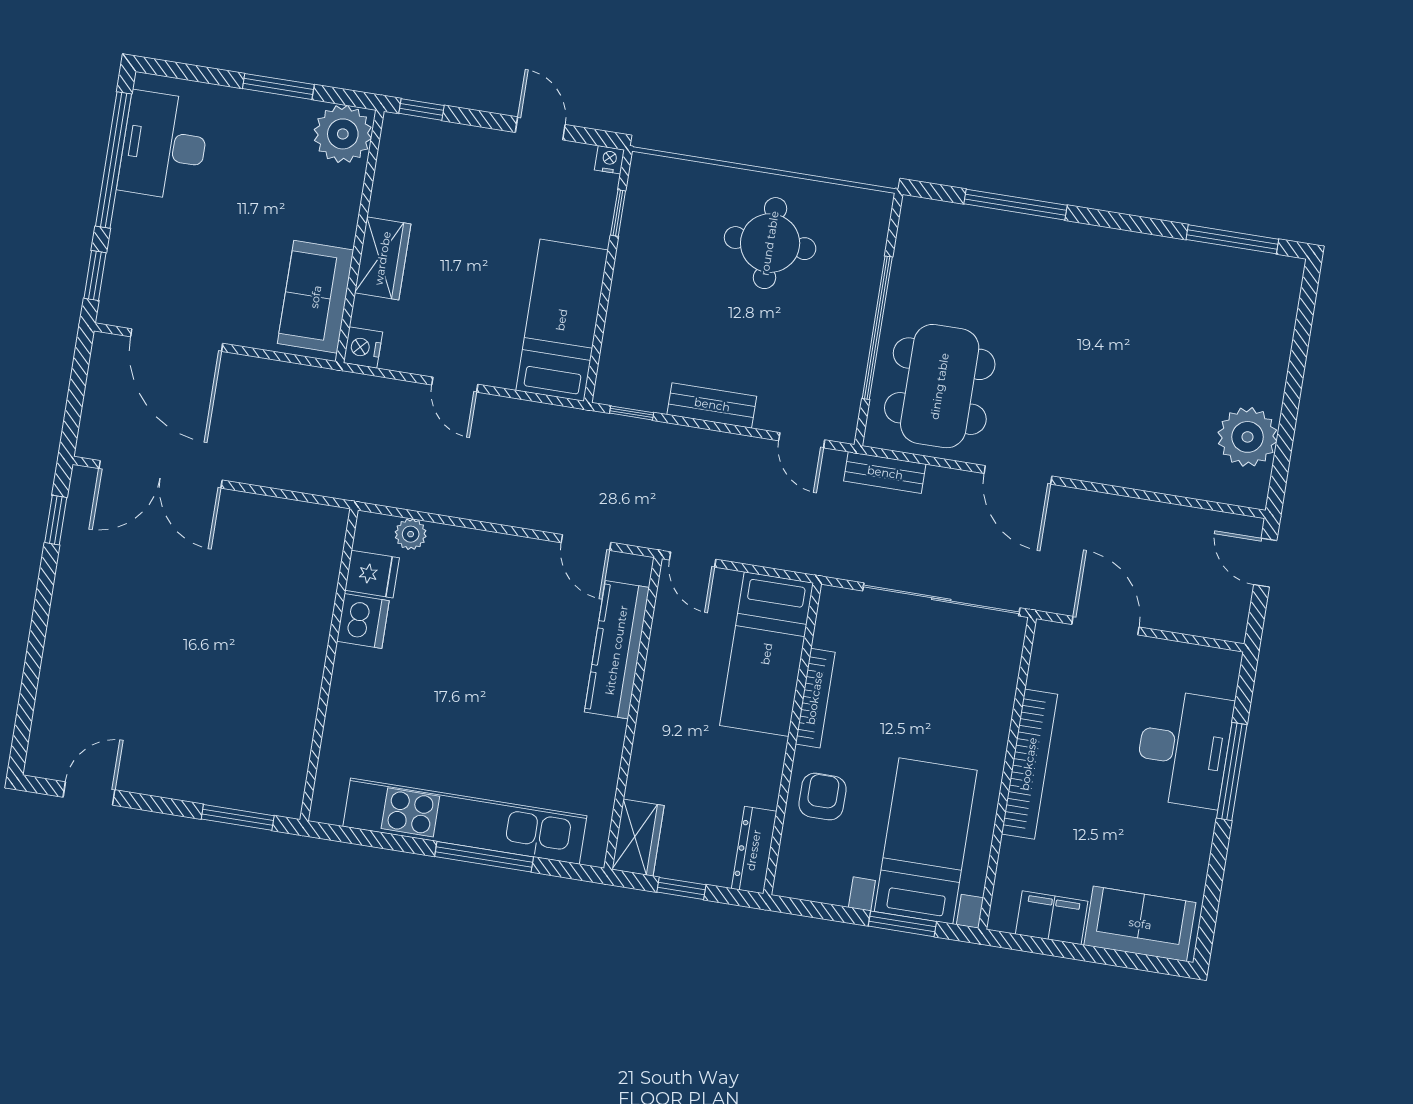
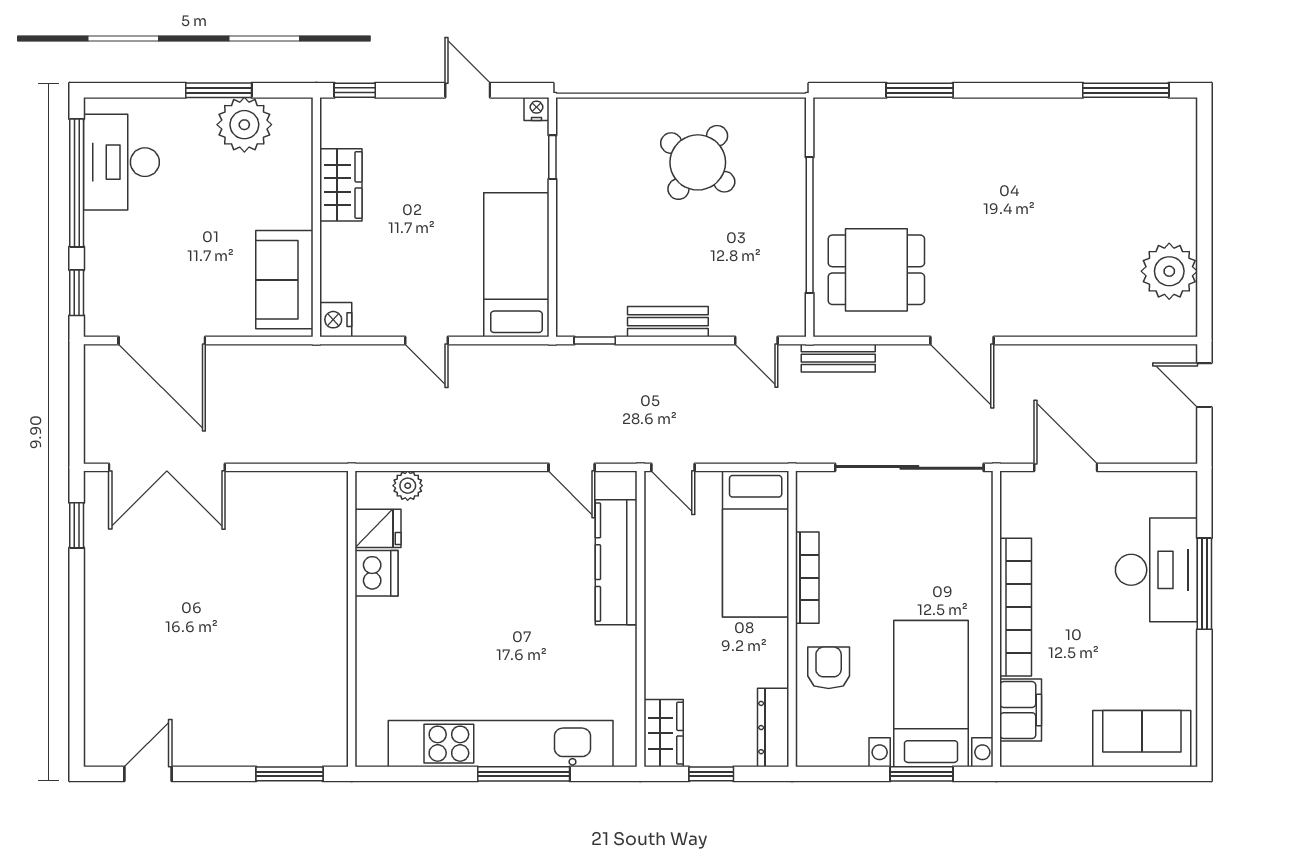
plant: (343, 134) -> (244, 125), moved
window: (1015, 205) -> (920, 90), width x0.69
round table: (770, 243) -> (698, 162), turned 36
wardrobe: (383, 258) -> (341, 185), moved
dining table: (940, 386) -> (876, 270), width x0.73
filing cabinet: (1052, 918) -> (1021, 710), moved, turned 90

